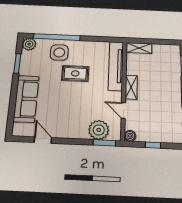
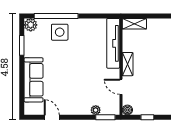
rug: (75, 73) -> (76, 53), removed
plant: (99, 130) -> (96, 110), width x0.53, depth x0.53

